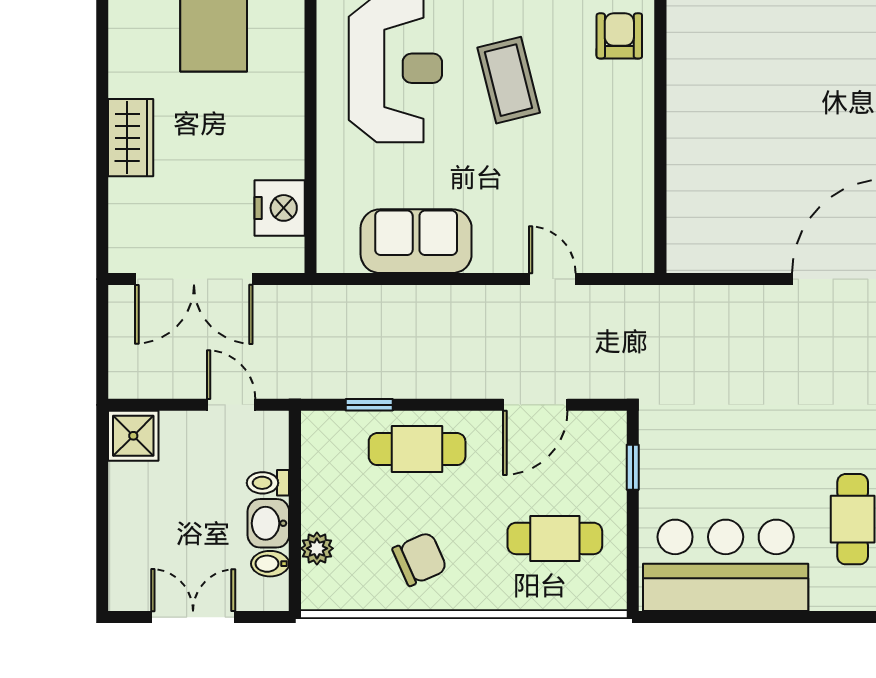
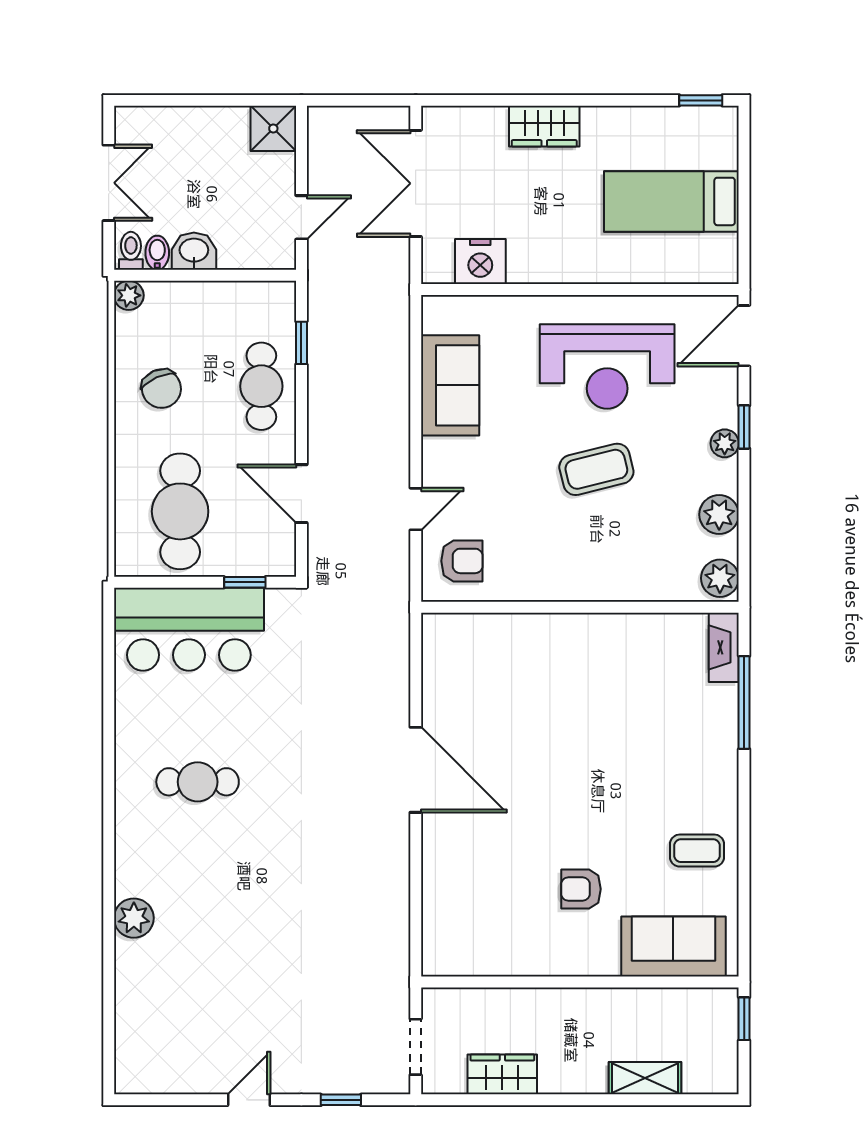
armchair: (619, 36) -> (462, 561), moved
toilet: (268, 483) -> (131, 251), moved
cafe table: (555, 538) -> (180, 511), width x1.37, depth x1.35
plant: (317, 548) -> (129, 295), moved
bar counter: (726, 565) -> (189, 629), moved, turned 90

